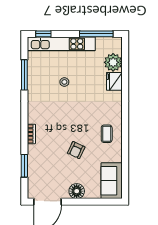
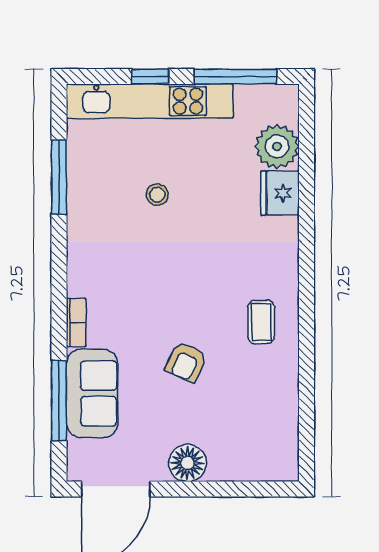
window: (43, 34) -> (150, 76), moved
window: (24, 166) -> (59, 401), width x1.44
sofa: (112, 181) -> (92, 393), moved, turned 180

